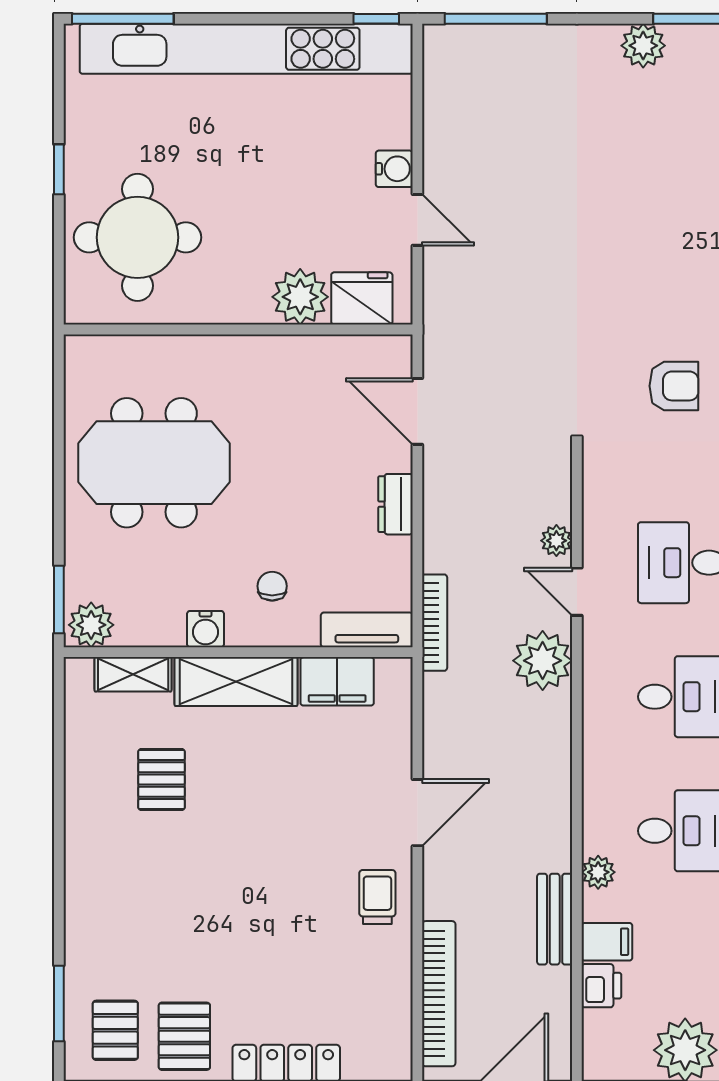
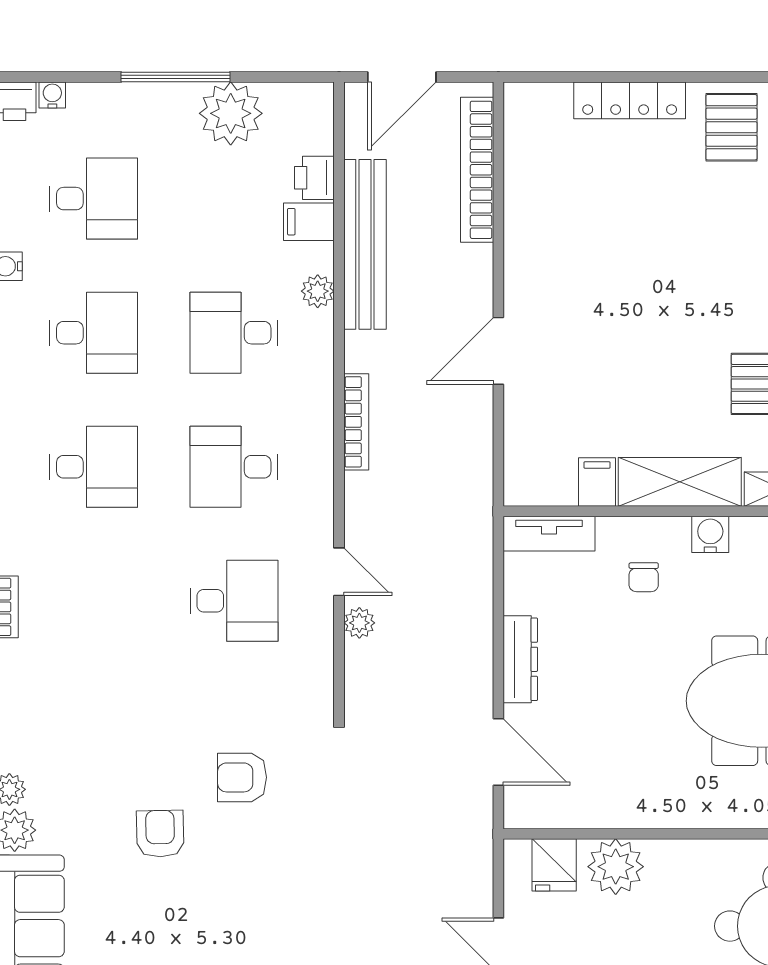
fridge: (362, 298) -> (554, 865), width x0.72
dresser: (396, 504) -> (520, 659), width x1.44
bookcase: (435, 623) -> (356, 422), moved, turned 180
plant: (543, 661) -> (373, 503), removed
filing cabinet: (337, 681) -> (597, 482), width x0.50
trolley: (377, 897) -> (538, 266), removed
bench: (555, 919) -> (365, 244), width x1.86, depth x1.21

